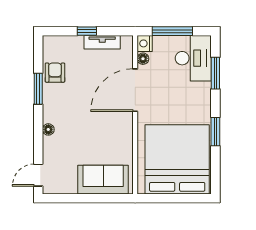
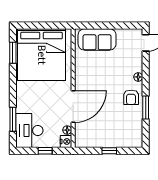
window: (172, 31) -> (45, 151), width x0.46
tv unit: (102, 42) -> (98, 142), removed
armchair: (55, 73) -> (131, 97), moved
window: (215, 132) -> (13, 53), moved

